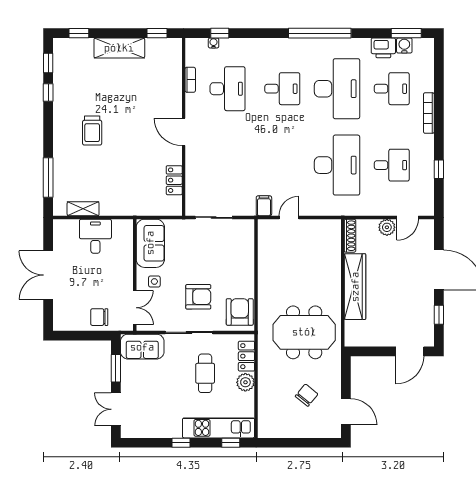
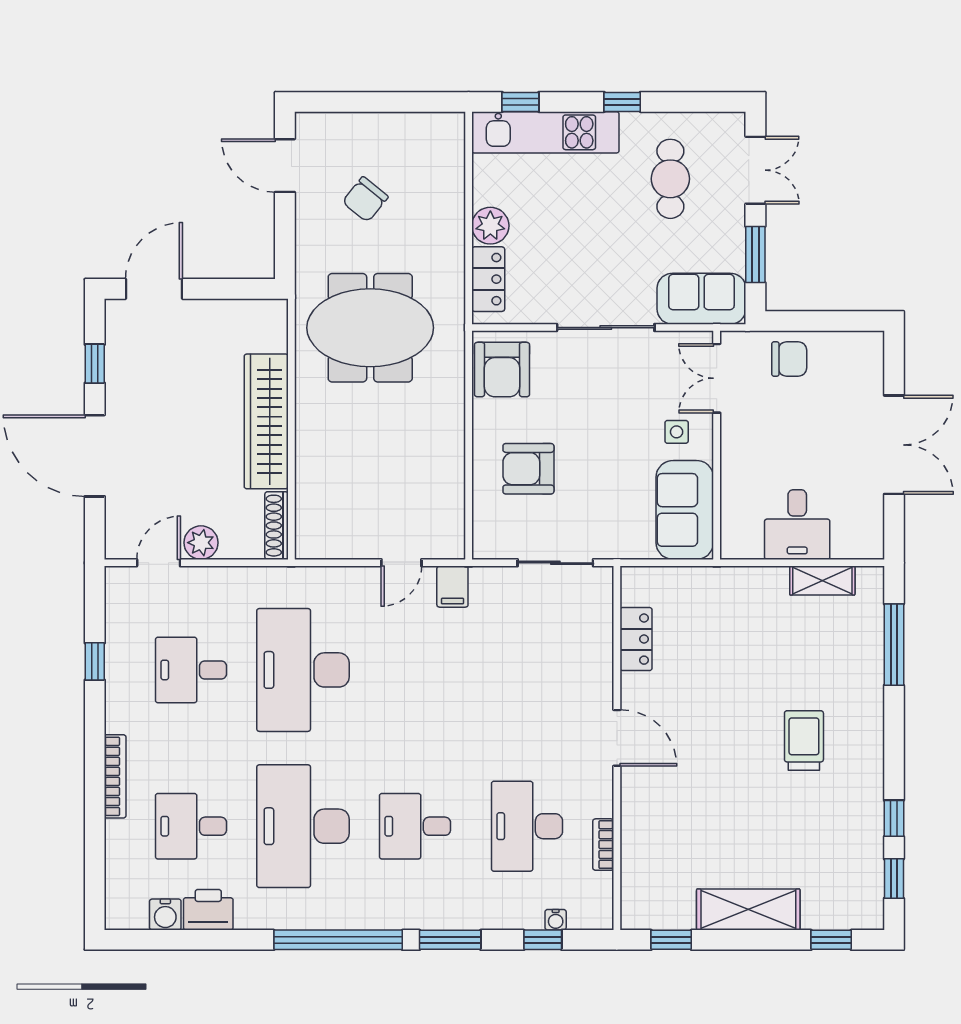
window: (406, 33) -> (450, 940), moved
armchair: (198, 297) -> (528, 469), moved
cafe table: (205, 373) -> (670, 179), moved

